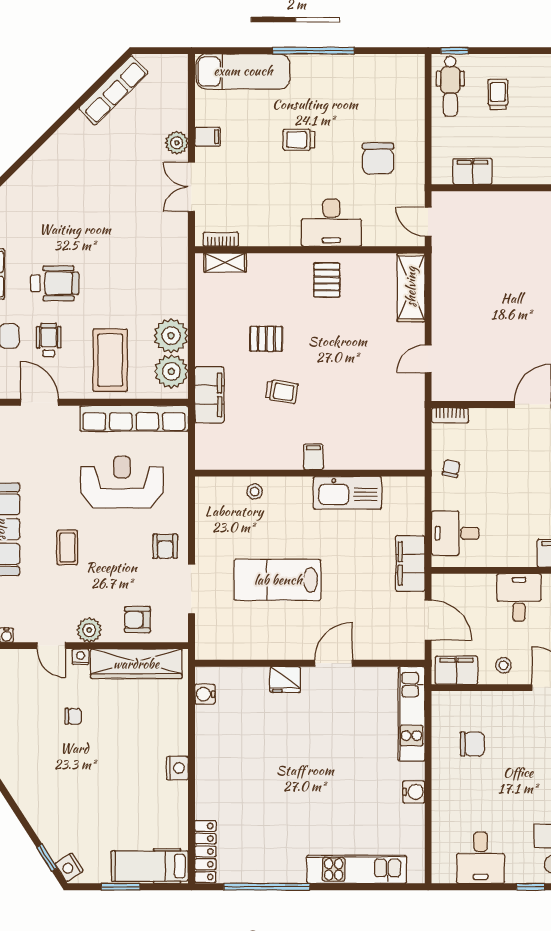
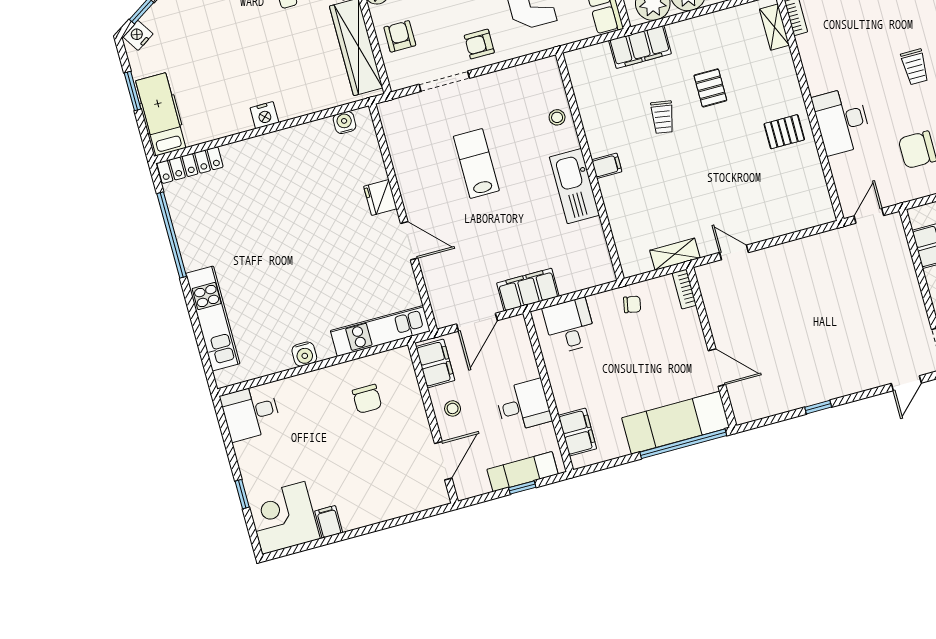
trolley: (299, 140) -> (915, 67), turned 180
shelving: (411, 287) -> (675, 254), moved, width x0.67, depth x0.75
kitchen sink: (347, 493) -> (574, 186), moved
lab bench: (278, 580) -> (476, 163), width x0.73, depth x0.72
desk: (481, 858) -> (251, 413), moved

